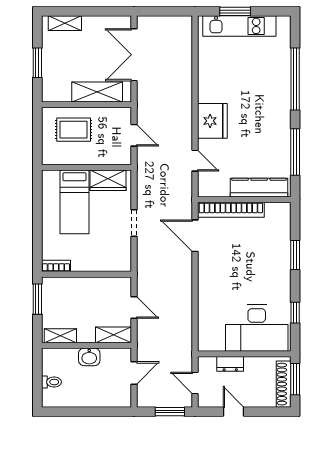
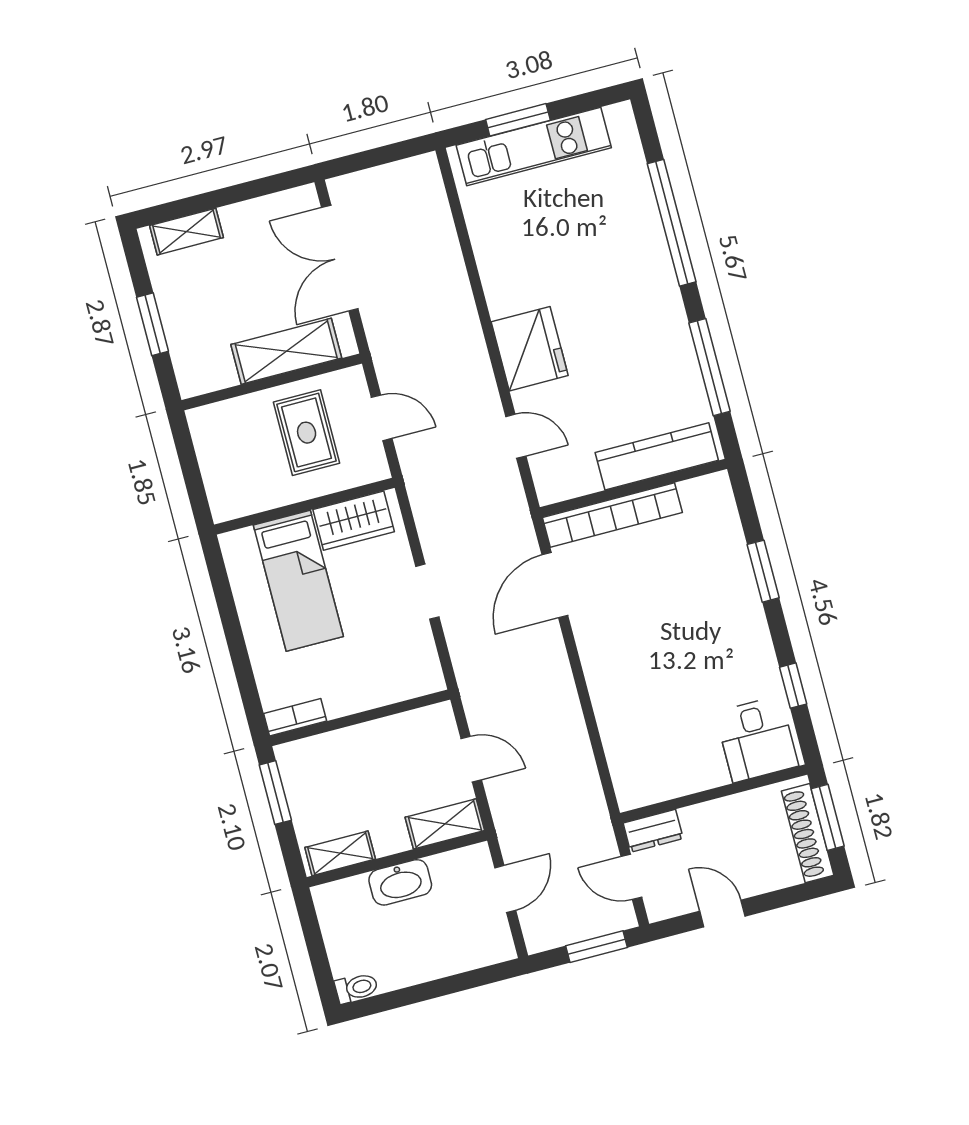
rug: (74, 130) -> (307, 433), moved, turned 90
door: (195, 236) -> (555, 585), hinge flipped
desk: (257, 328) -> (757, 739), width x0.53, depth x0.77
washbasin: (89, 357) -> (400, 882), width x1.38
dresser: (230, 364) -> (653, 831), moved
toilet: (51, 382) -> (356, 988), moved

